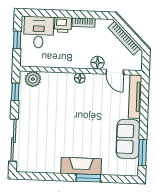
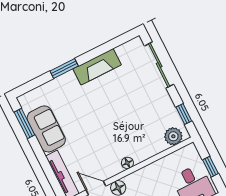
fireplace: (81, 166) -> (97, 67), moved

